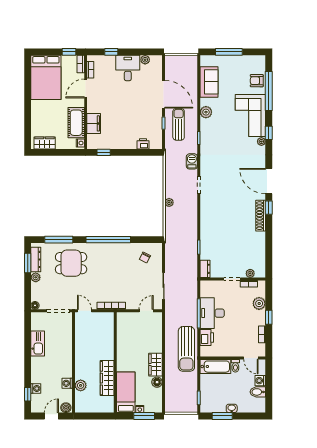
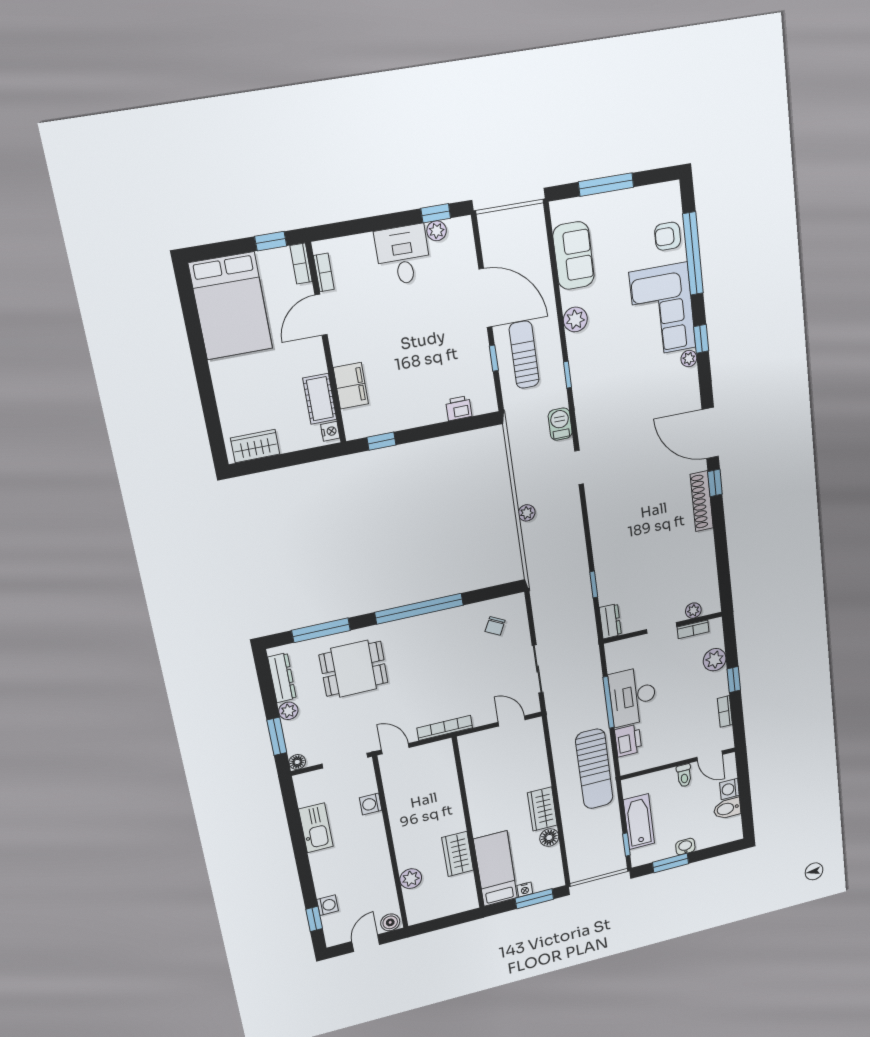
window: (111, 52) -> (436, 213), moved
cot: (76, 123) -> (320, 399), width x0.73, depth x0.75
window: (28, 263) -> (277, 736), moved
door: (146, 311) -> (512, 721), hinge flipped
bathtub: (215, 367) -> (639, 822), moved, turned -90
wardrobe: (107, 378) -> (458, 854), width x0.67
washing machine: (67, 383) -> (371, 804), moved

